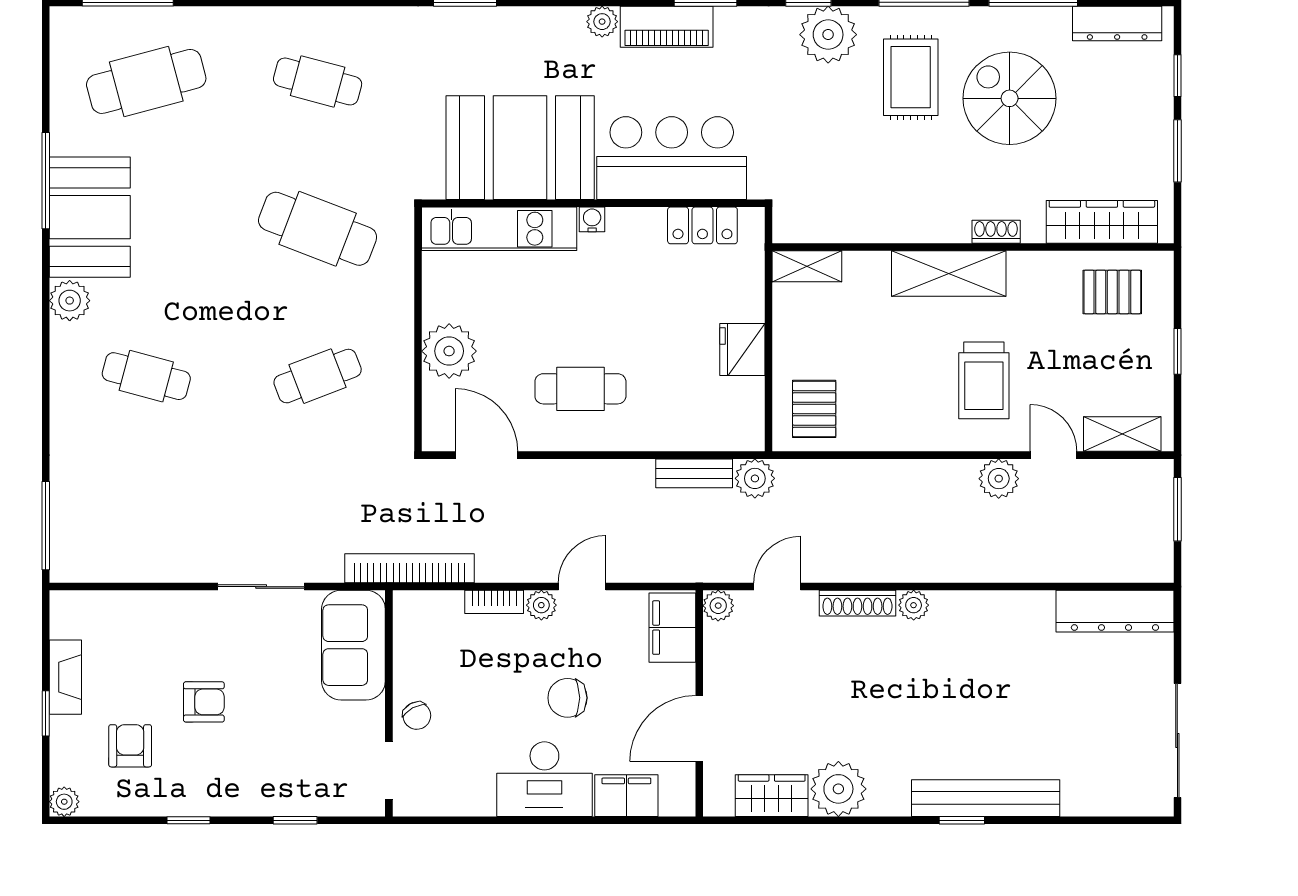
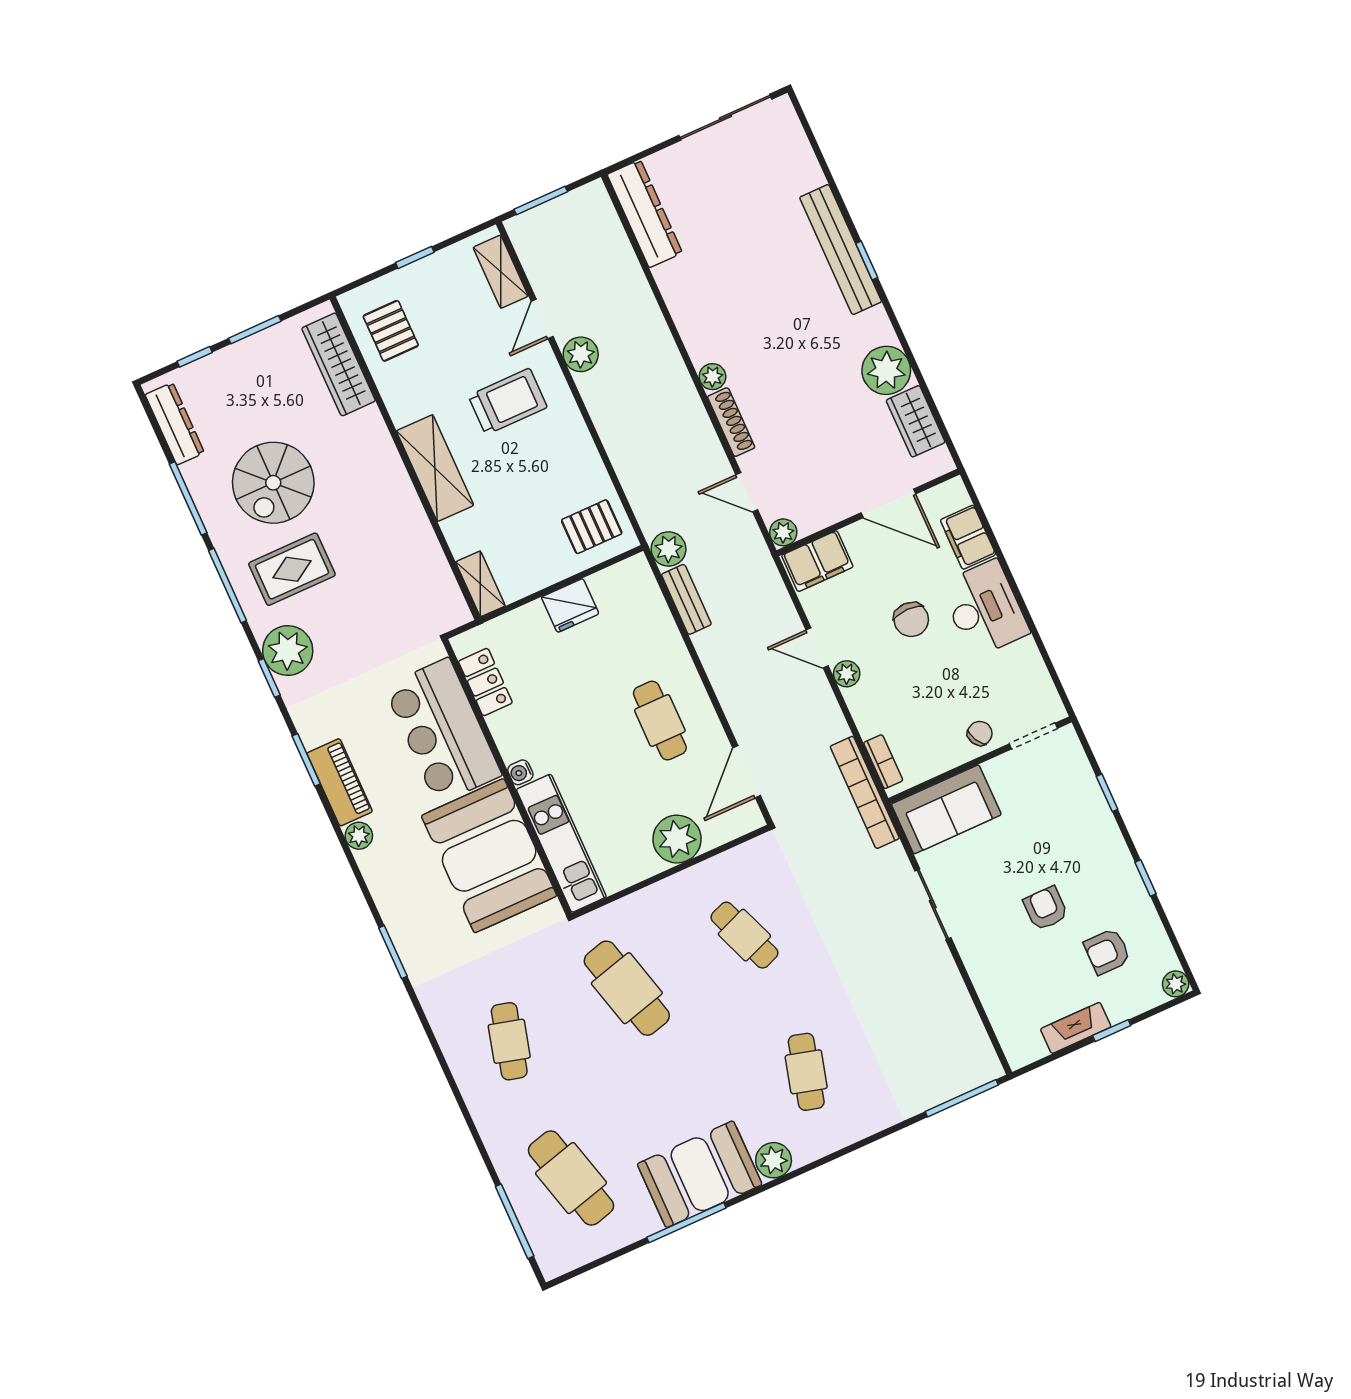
cafe table: (318, 229) -> (627, 988), turned -36
shoe rack: (996, 232) -> (385, 445), removed
bookcase: (494, 602) -> (883, 762), moved

